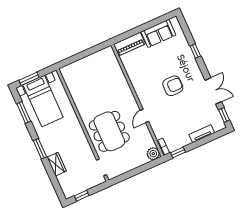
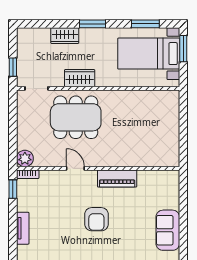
piano: (129, 44) -> (117, 179), moved, turned -90
wardrobe: (81, 141) -> (80, 78), added
window: (82, 196) -> (13, 67), moved

